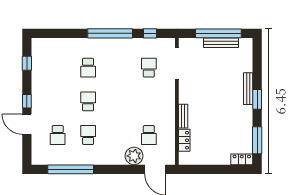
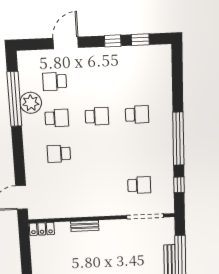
school desk: (88, 68) -> (137, 115), turned 180
window: (27, 101) -> (113, 41), moved
school desk: (149, 135) -> (59, 154), moved
locker: (184, 140) -> (42, 229), moved
plant: (134, 156) -> (31, 103), moved

